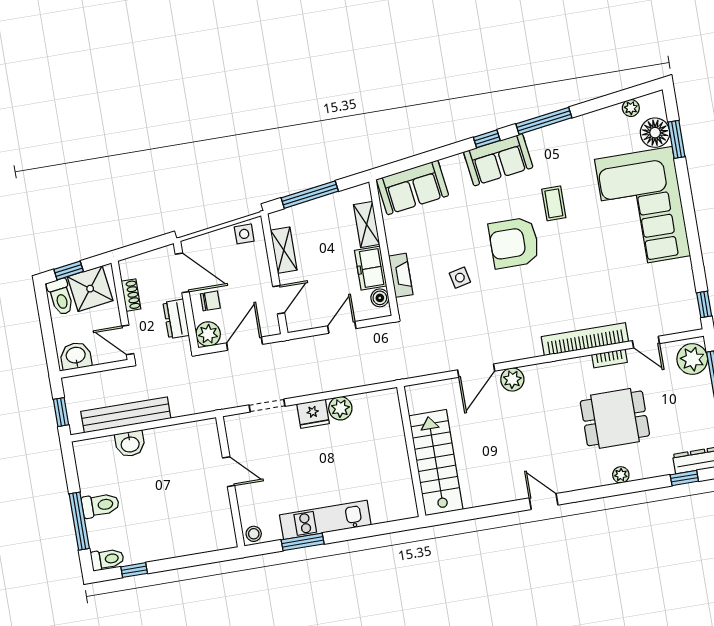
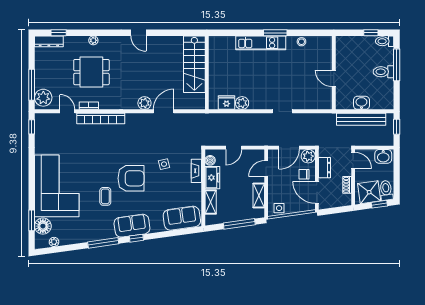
fridge: (313, 414) -> (226, 103), moved
door: (229, 472) -> (334, 78), moved
wall: (230, 482) -> (334, 73), moved

